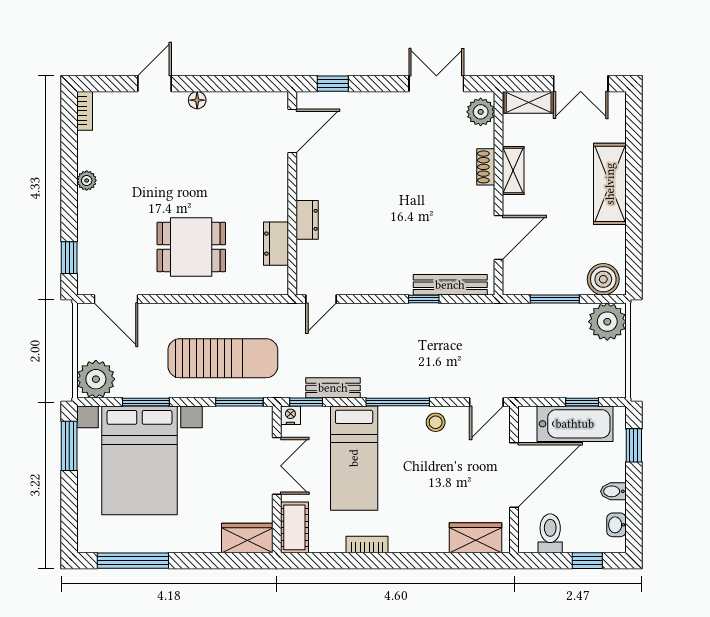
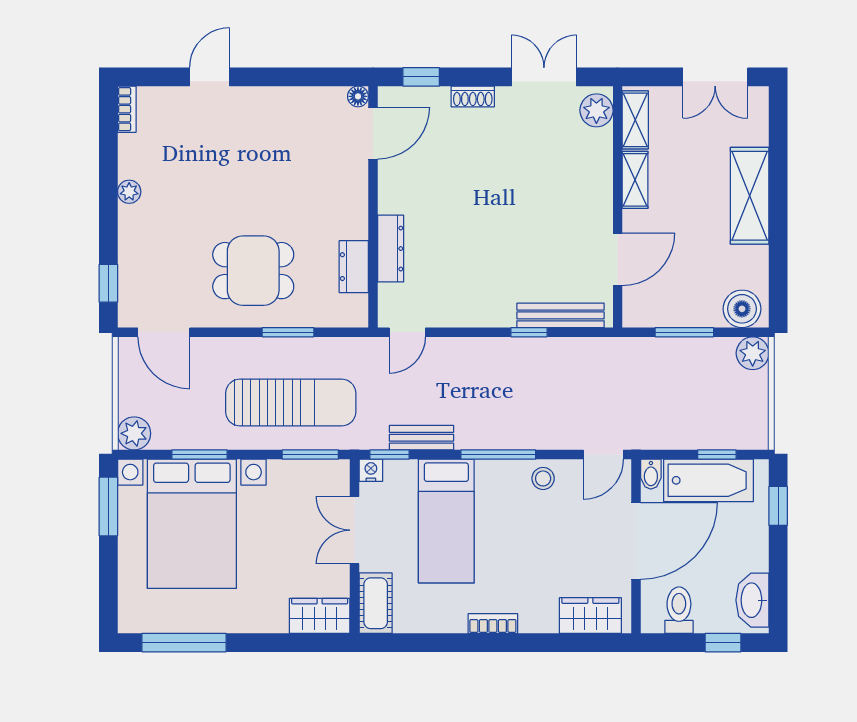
floor lamp: (197, 100) -> (358, 96), moved
shelving: (529, 102) -> (635, 120), moved, turned 90
shoe rack: (486, 167) -> (473, 97), moved, turned -90
dresser: (307, 220) -> (391, 249), width x1.44
window: (221, 299) -> (288, 332), added
plant: (607, 322) -> (753, 353), width x0.73, depth x0.73
plant: (96, 379) -> (134, 433), width x0.73, depth x0.73
double door: (277, 466) -> (355, 530), swing flipped
bidet: (613, 491) -> (651, 474), moved, turned -90
washbasin: (616, 525) -> (752, 600), width x1.91, depth x1.45
bookcase: (367, 545) -> (493, 624), moved

